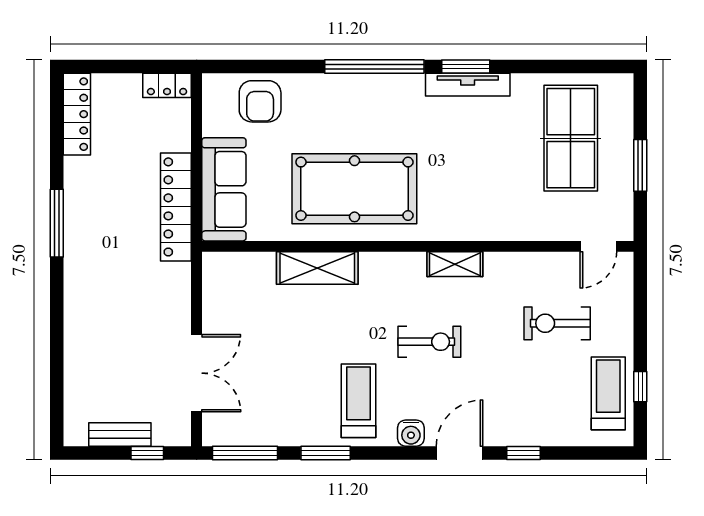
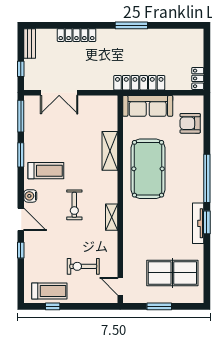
locker: (77, 114) -> (76, 35), moved
exercise bike: (557, 323) -> (83, 266), turned -90
bench: (120, 434) -> (30, 43), moved

